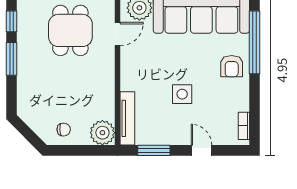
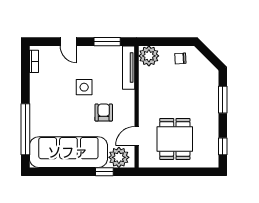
window: (11, 59) -> (223, 100), moved
armchair: (232, 66) -> (104, 113), moved

